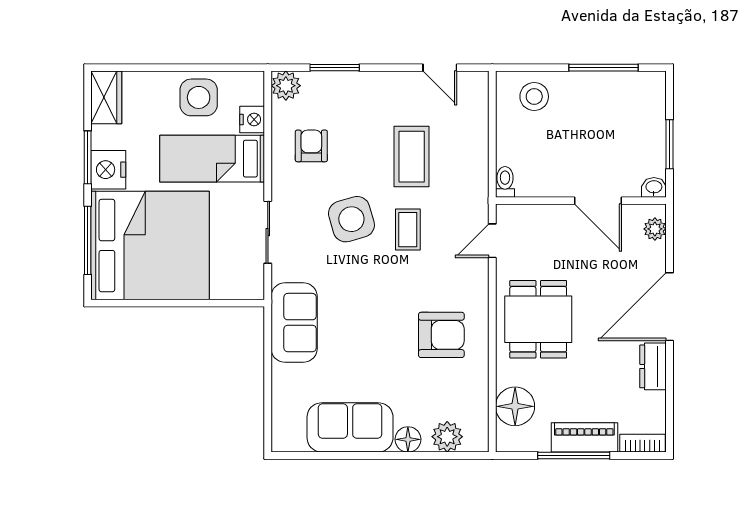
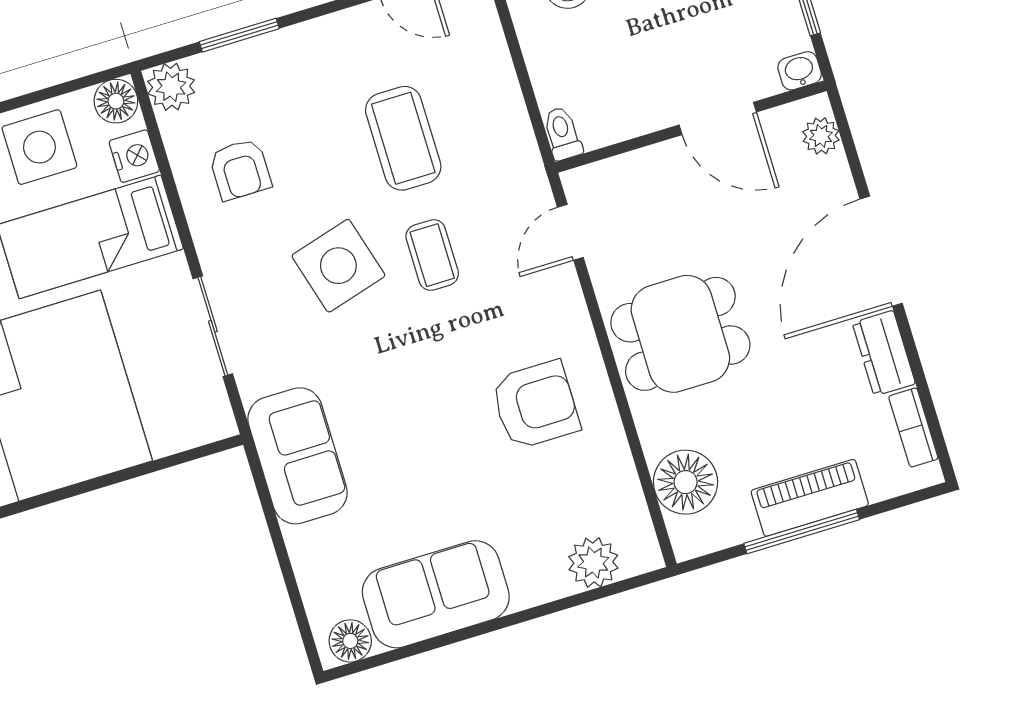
floor lamp: (251, 84) -> (116, 101), added
armchair: (311, 146) -> (240, 169), turned 180
dining table: (538, 319) -> (680, 334), turned 90
floor lamp: (408, 439) -> (350, 641), moved
bookcase: (642, 443) -> (913, 428), moved, turned -90

